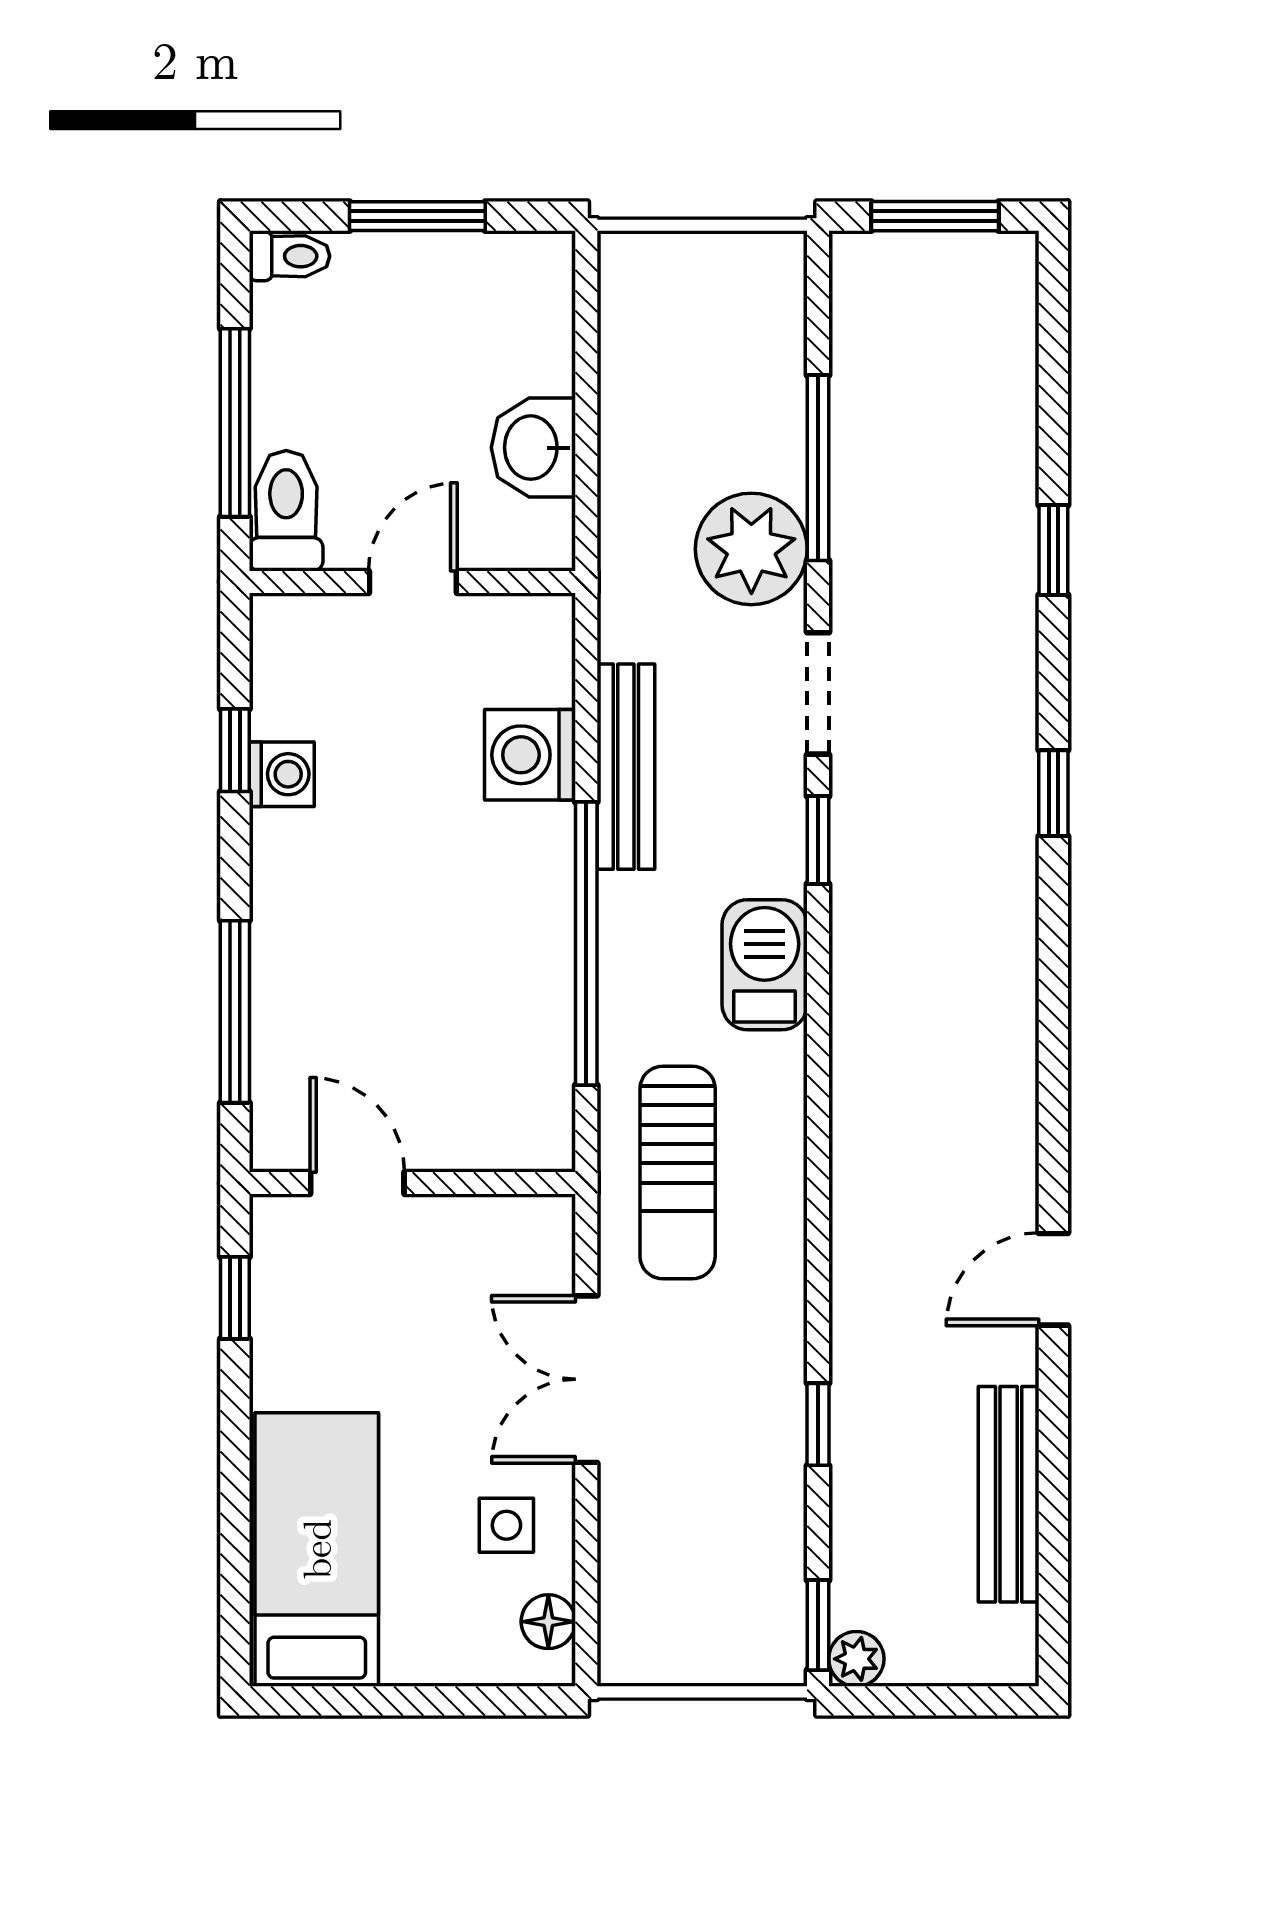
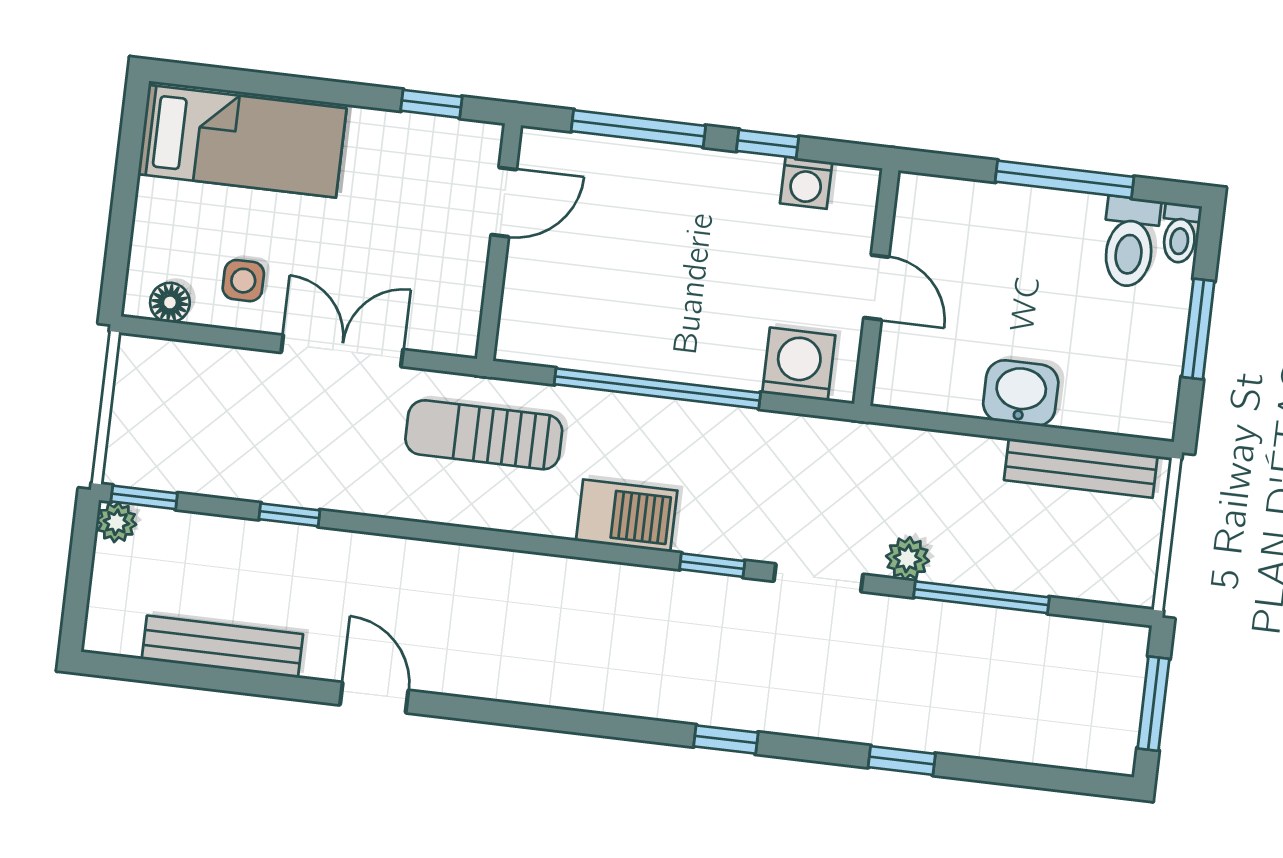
toilet: (286, 511) -> (1130, 242), moved, turned 90
plant: (751, 549) -> (907, 559), width x0.53, depth x0.53
wall: (412, 582) -> (876, 287), moved
door: (413, 582) -> (876, 287), moved
window: (235, 750) -> (768, 144), moved
bench: (626, 767) -> (1081, 468), moved

